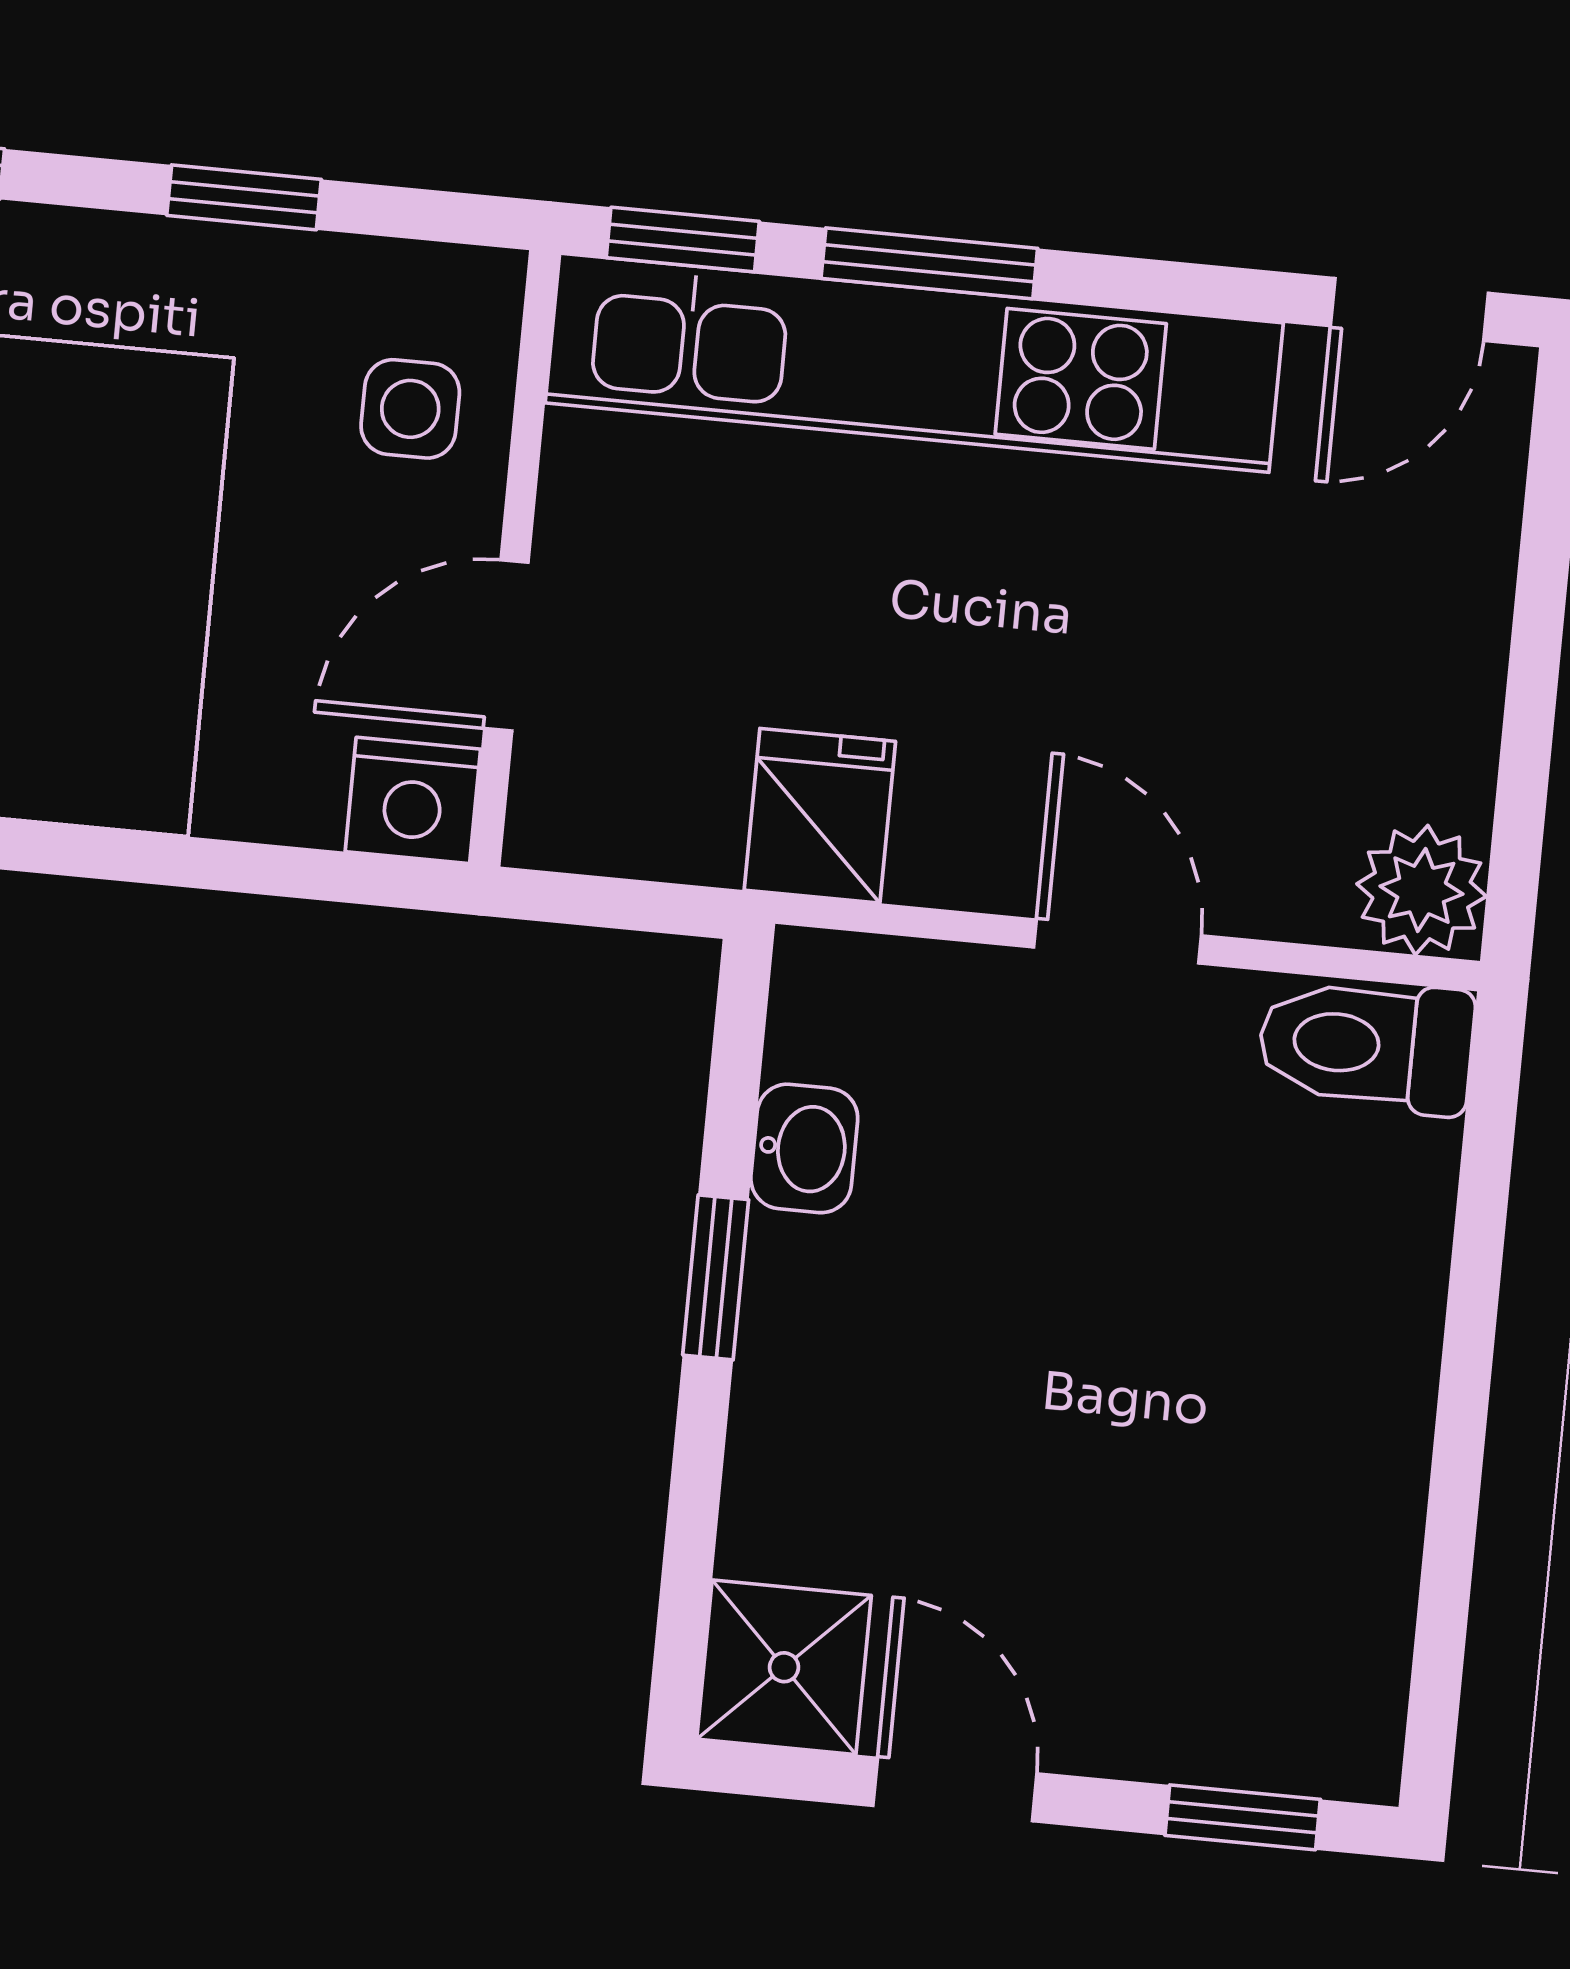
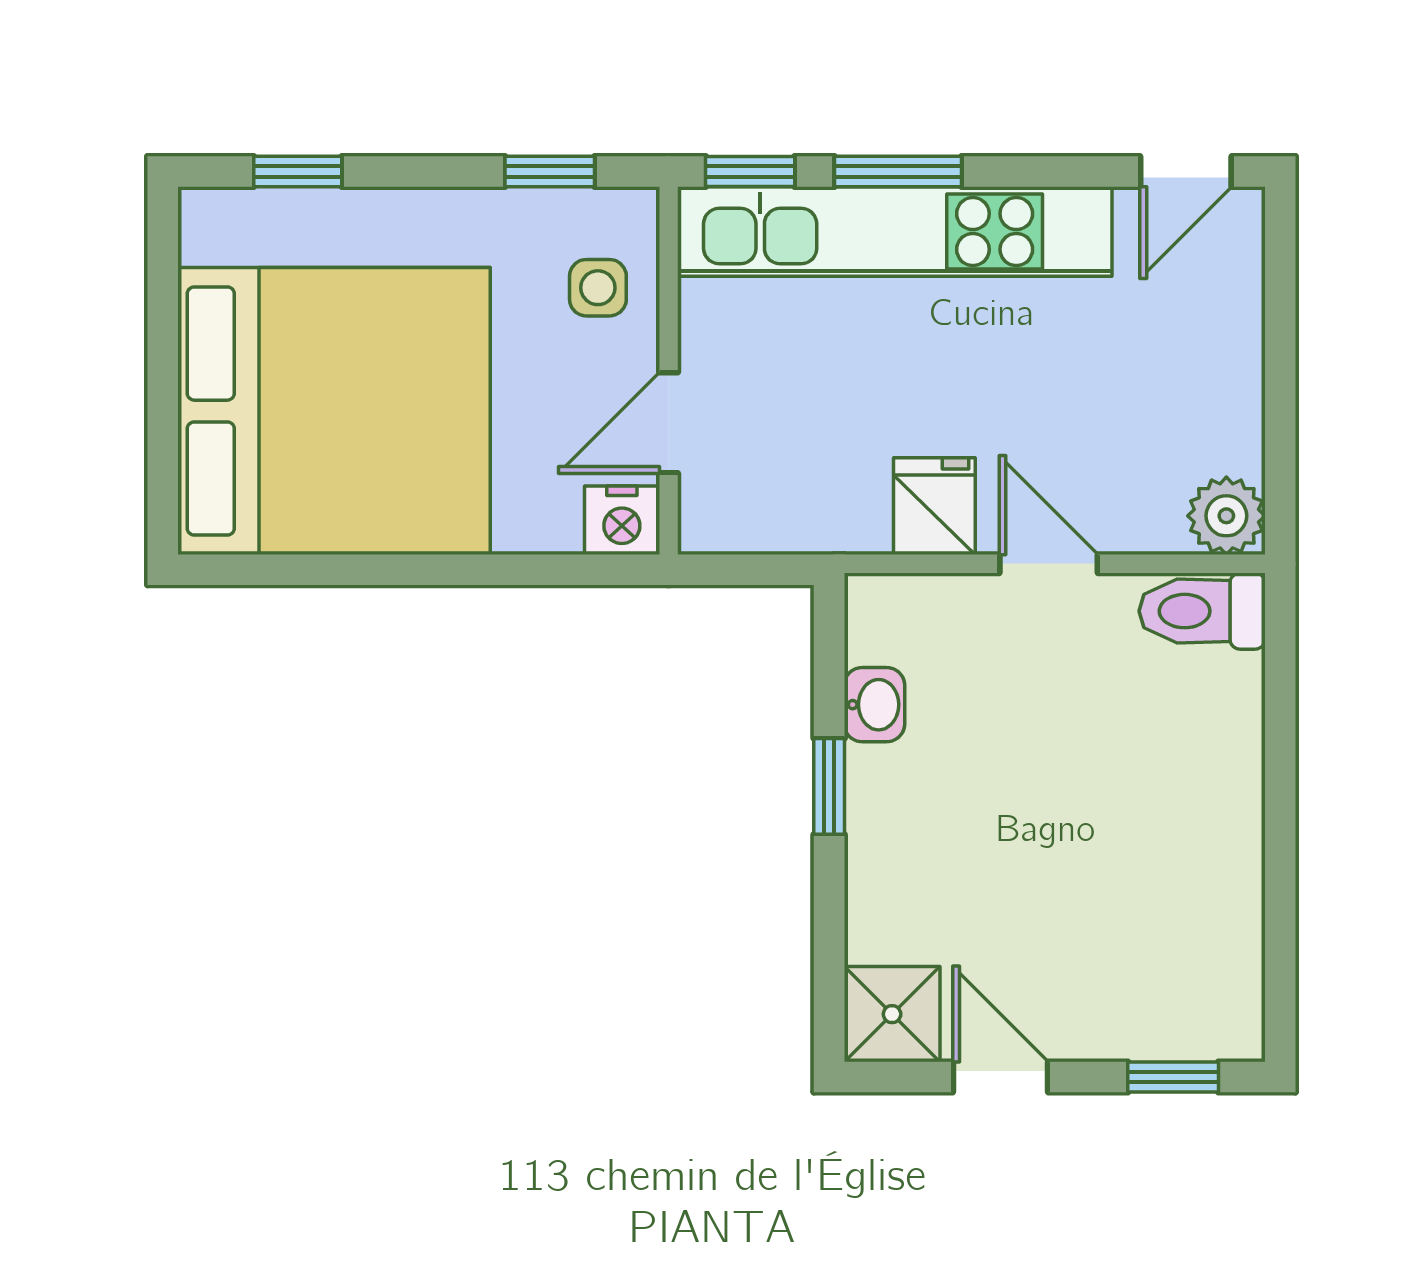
window: (244, 197) -> (550, 172), moved
fridge: (820, 816) -> (934, 506), moved

